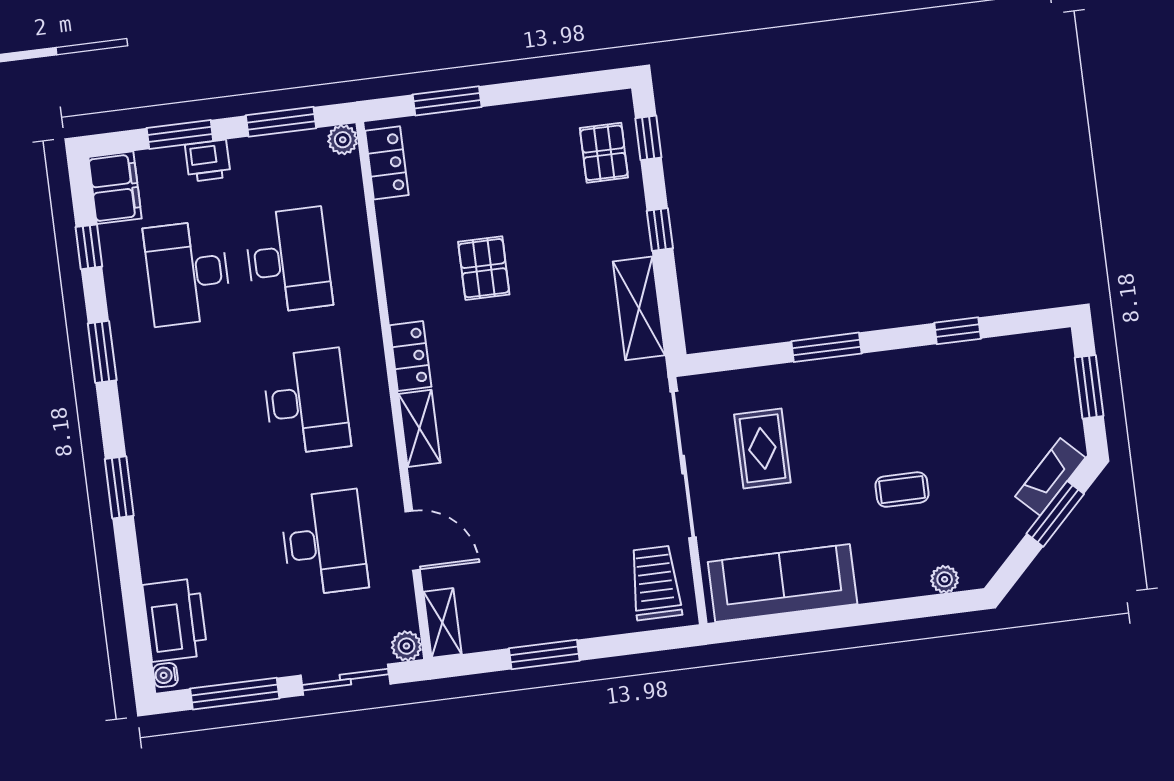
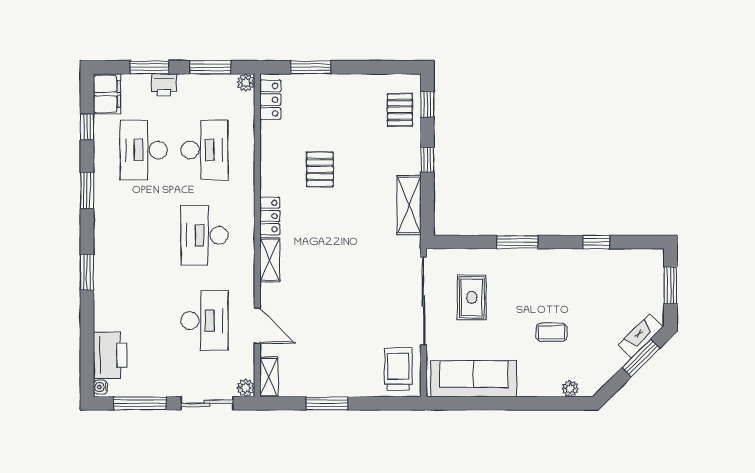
desk: (306, 402) -> (204, 235), turned 180

